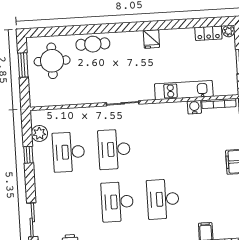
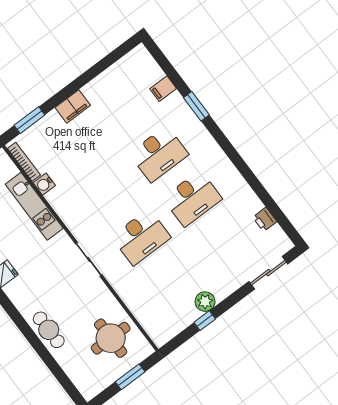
round table: (52, 61) -> (111, 338), moved
window: (23, 65) -> (130, 377), moved
plant: (39, 133) -> (205, 302), moved
desk: (69, 152) -> (175, 282), removed

